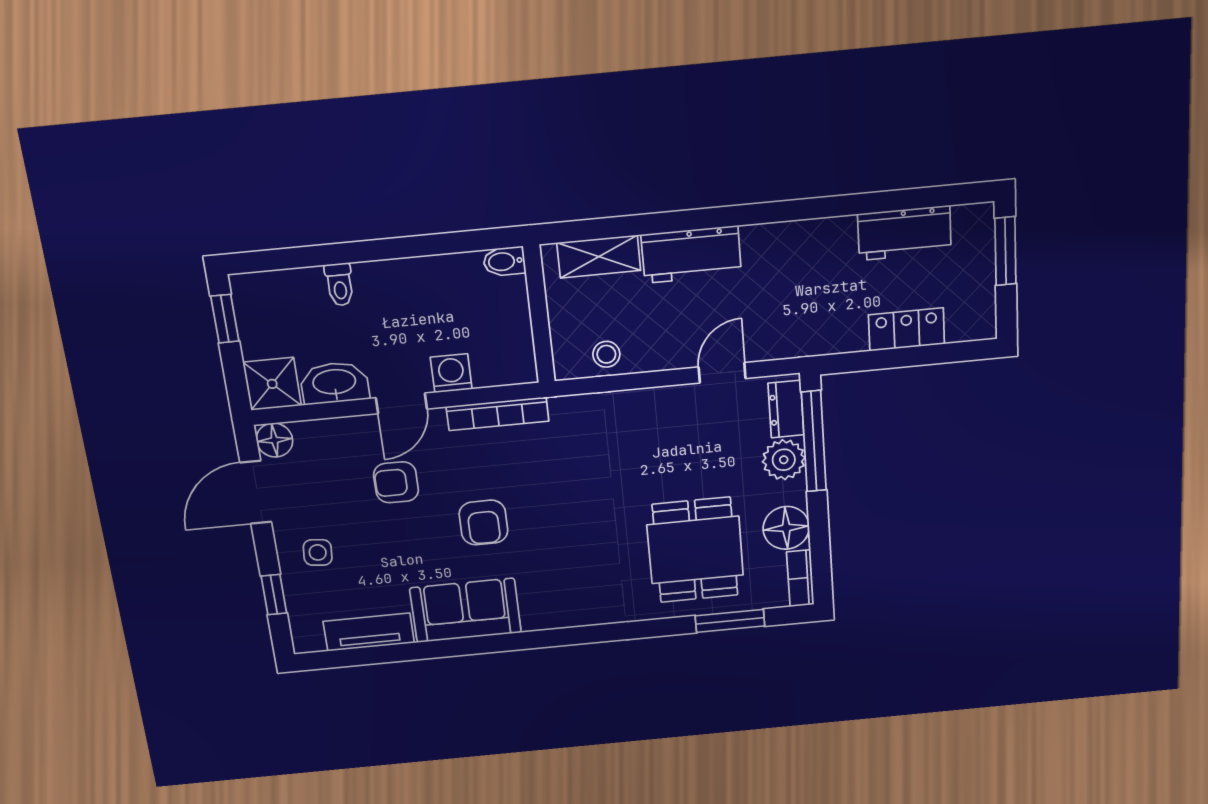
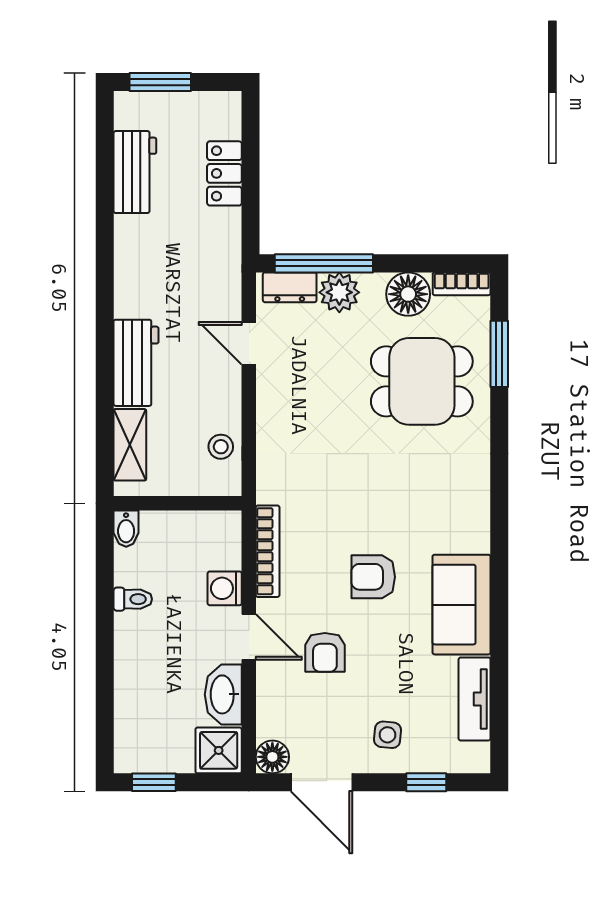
toilet: (340, 285) -> (133, 599), moved
armchair: (483, 523) -> (373, 577), turned 180

